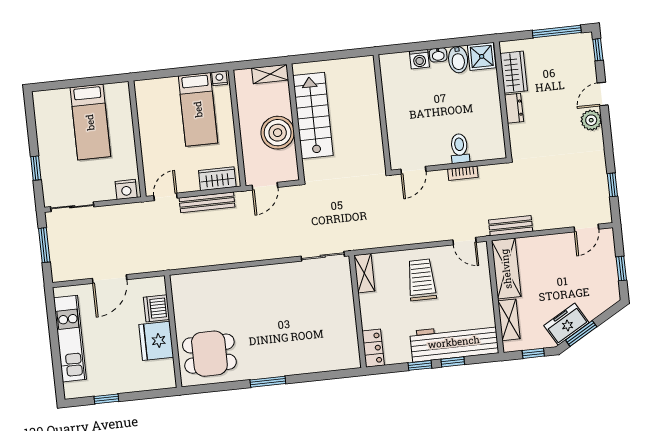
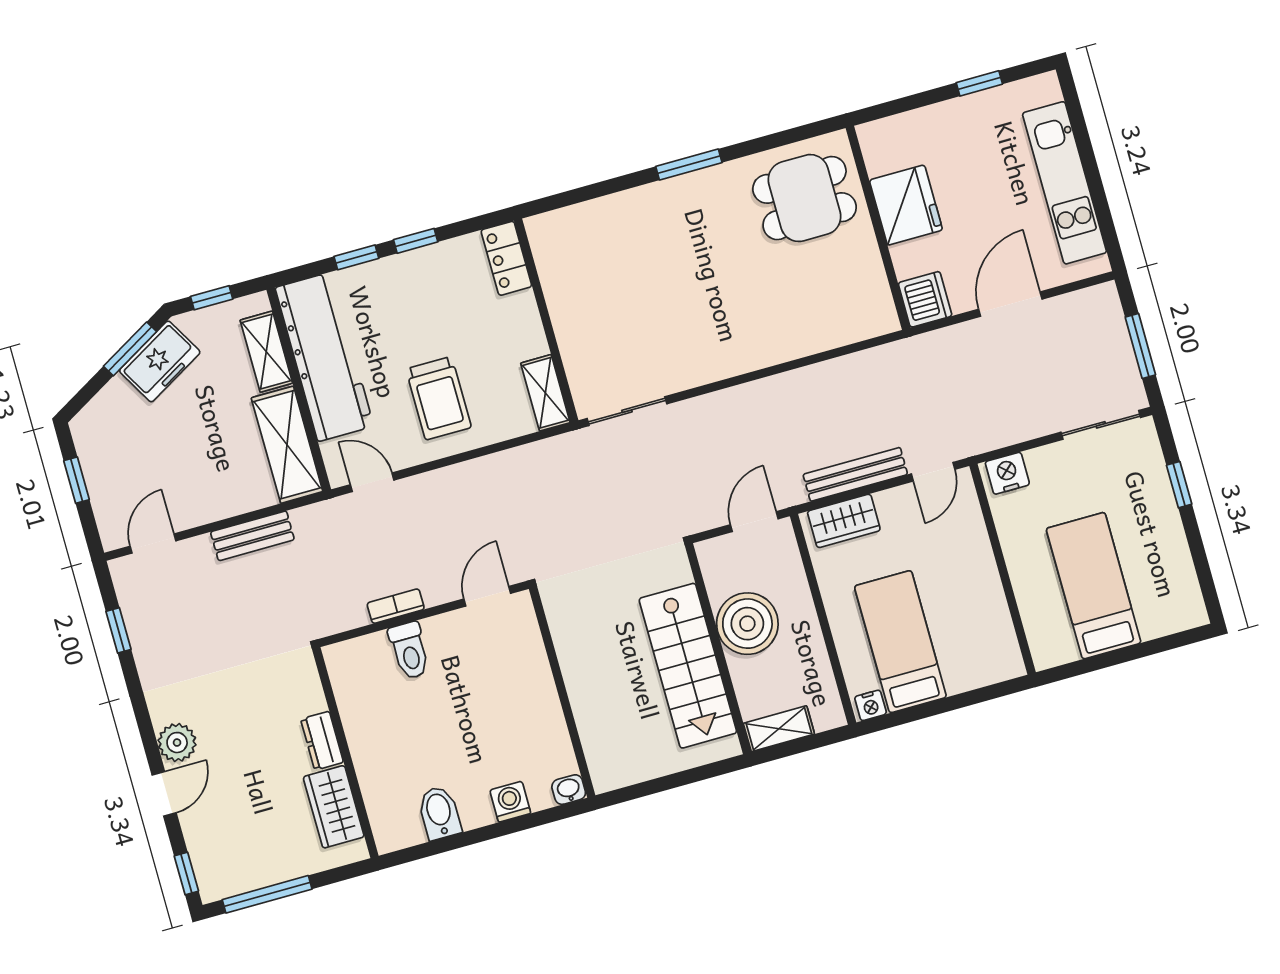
washbasin: (438, 55) -> (569, 790), moved
shower: (482, 56) -> (397, 826), removed
bench: (511, 226) -> (252, 536), moved
dishwasher: (156, 308) -> (925, 299), moved
workbench: (454, 342) -> (324, 357), moved, turned -90

